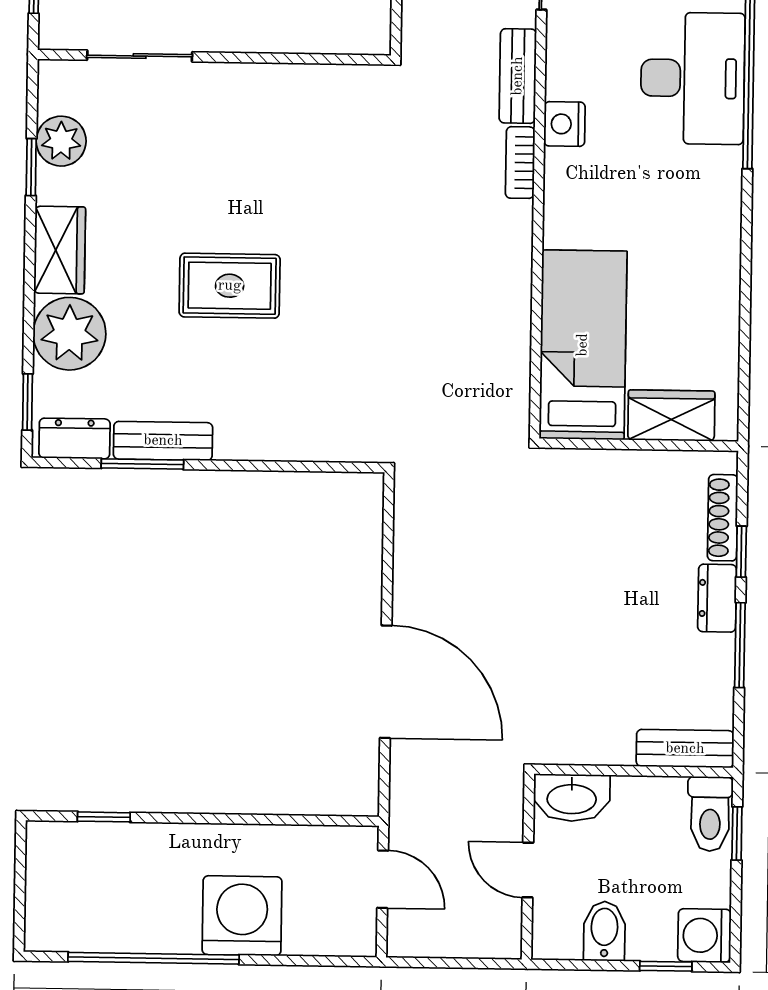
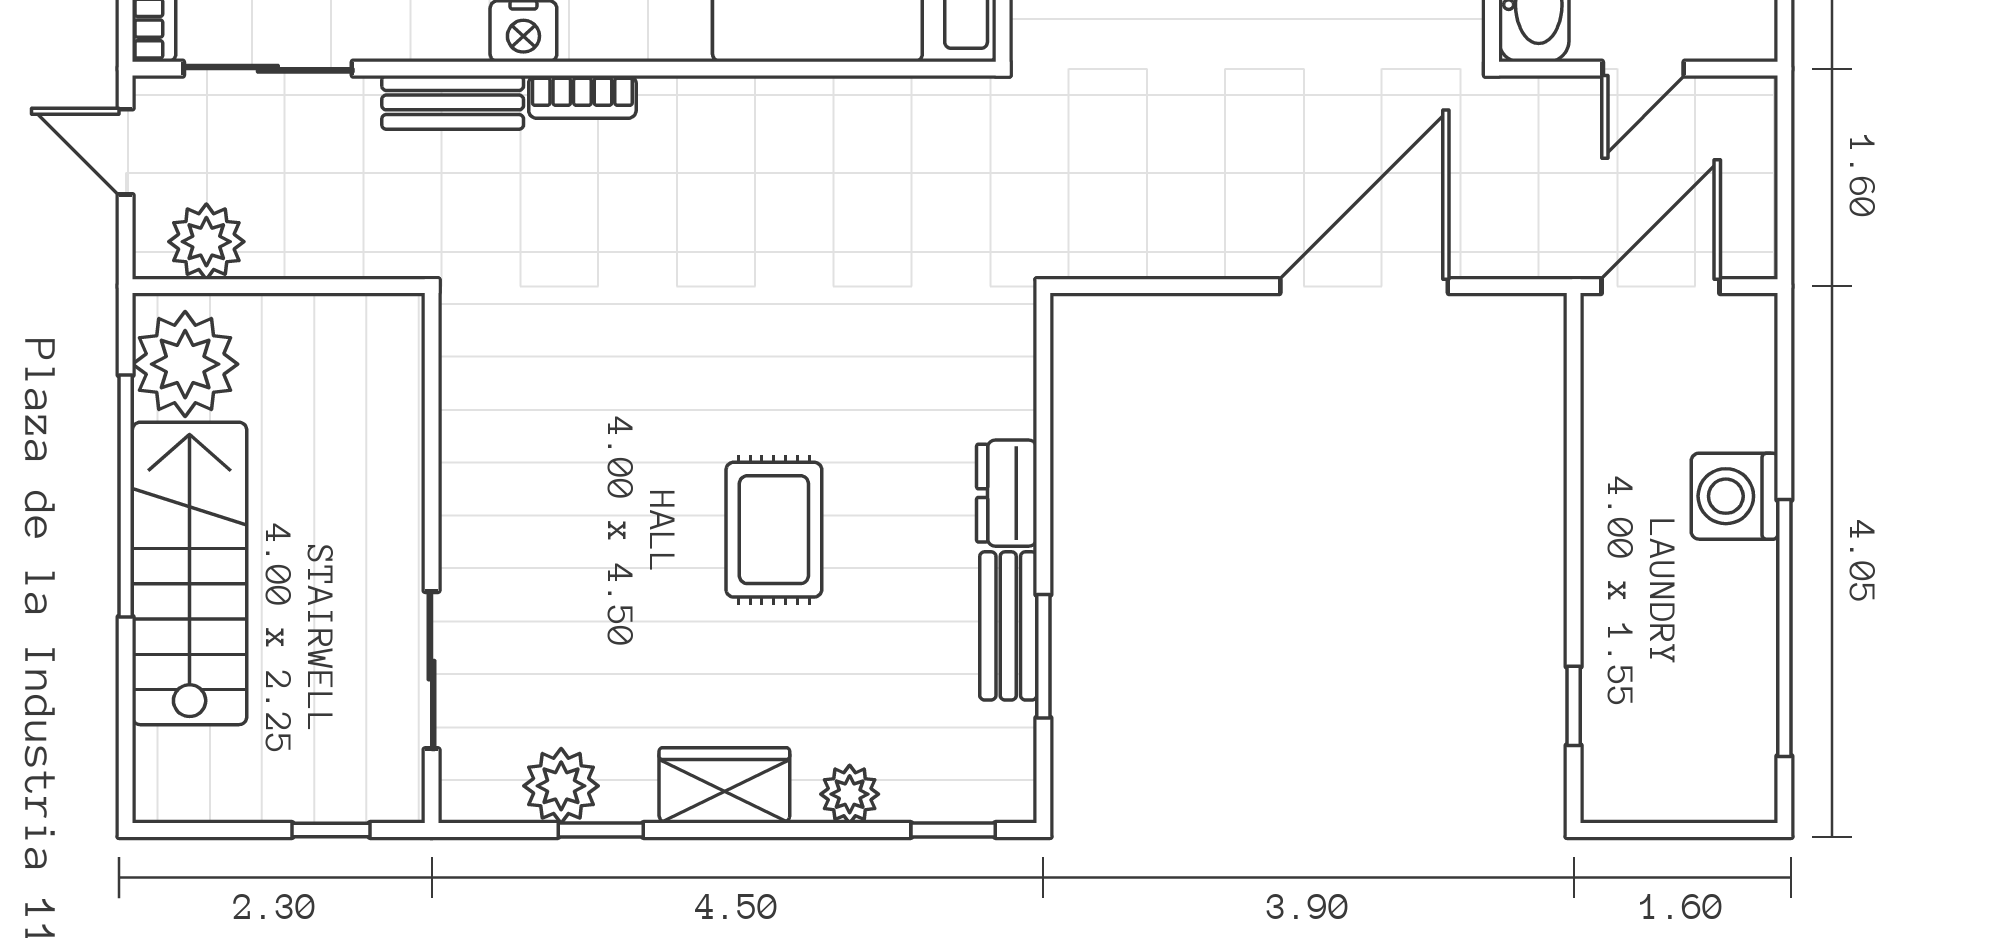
plant: (69, 334) -> (850, 794), width x0.53, depth x0.53
dresser: (74, 438) -> (1007, 493), moved
door: (383, 879) -> (1661, 286), width x1.38
washing machine: (242, 916) -> (1734, 496), width x0.73, depth x0.73

